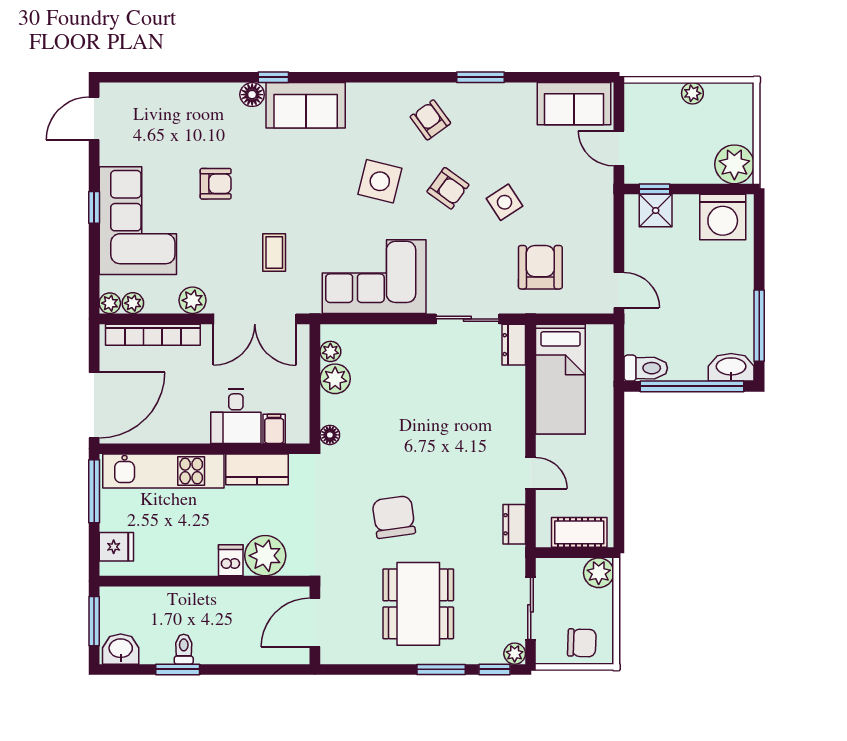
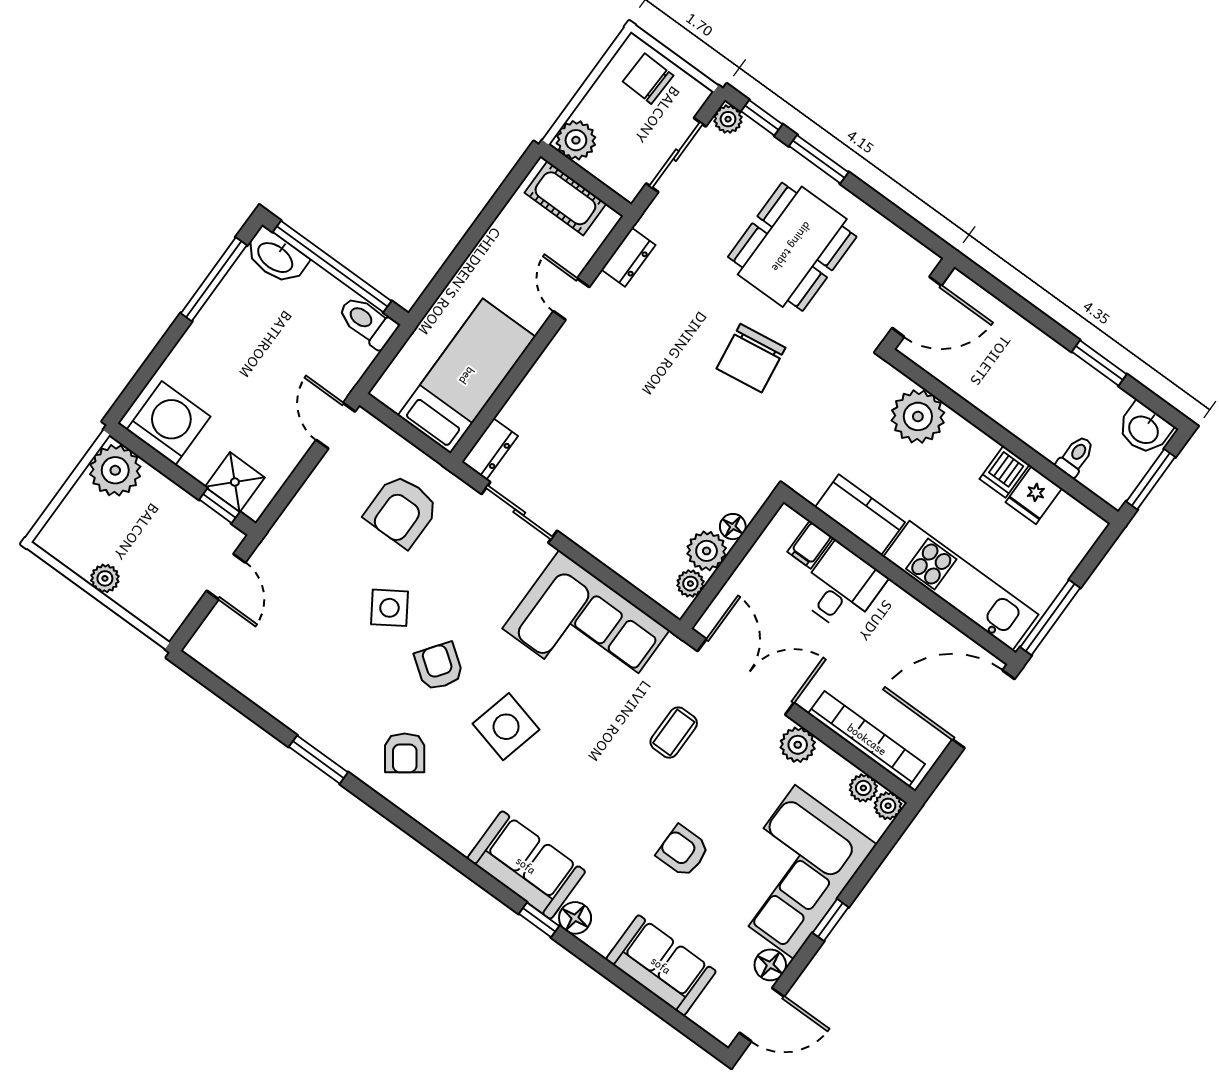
sofa: (574, 104) -> (661, 965), moved
floor lamp: (111, 153) -> (770, 965), added
floor lamp: (330, 435) -> (733, 527), moved
fridge: (116, 547) -> (1034, 495), moved, turned -90
dishwasher: (231, 560) -> (1004, 472), moved
toilet: (184, 649) -> (1075, 456), moved, turned 180

